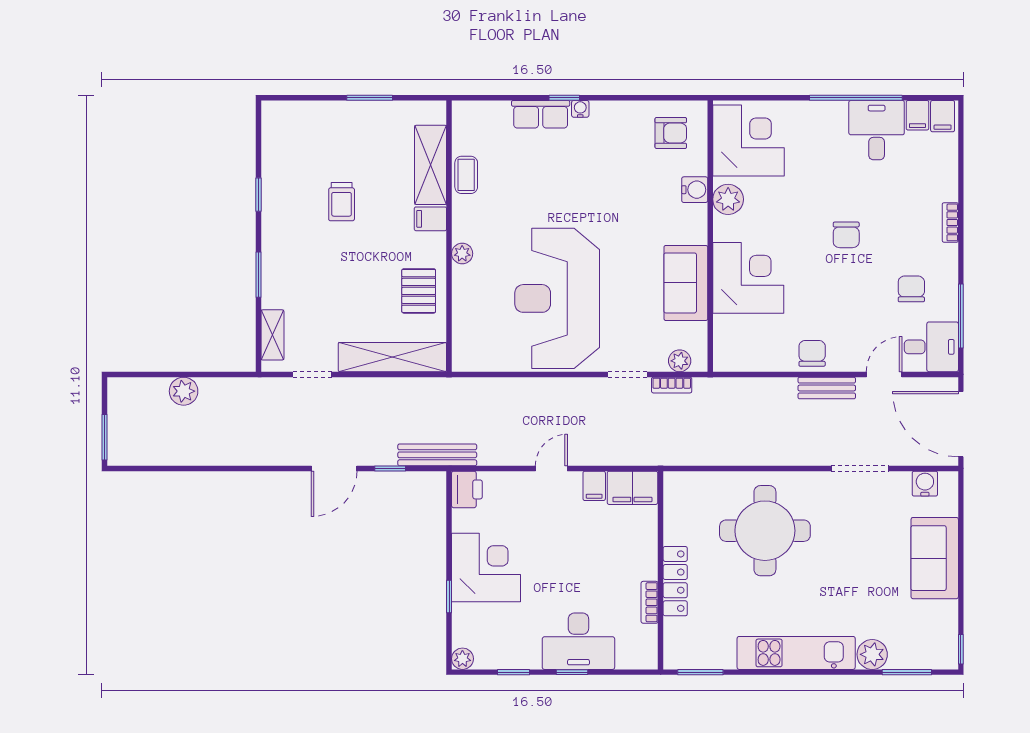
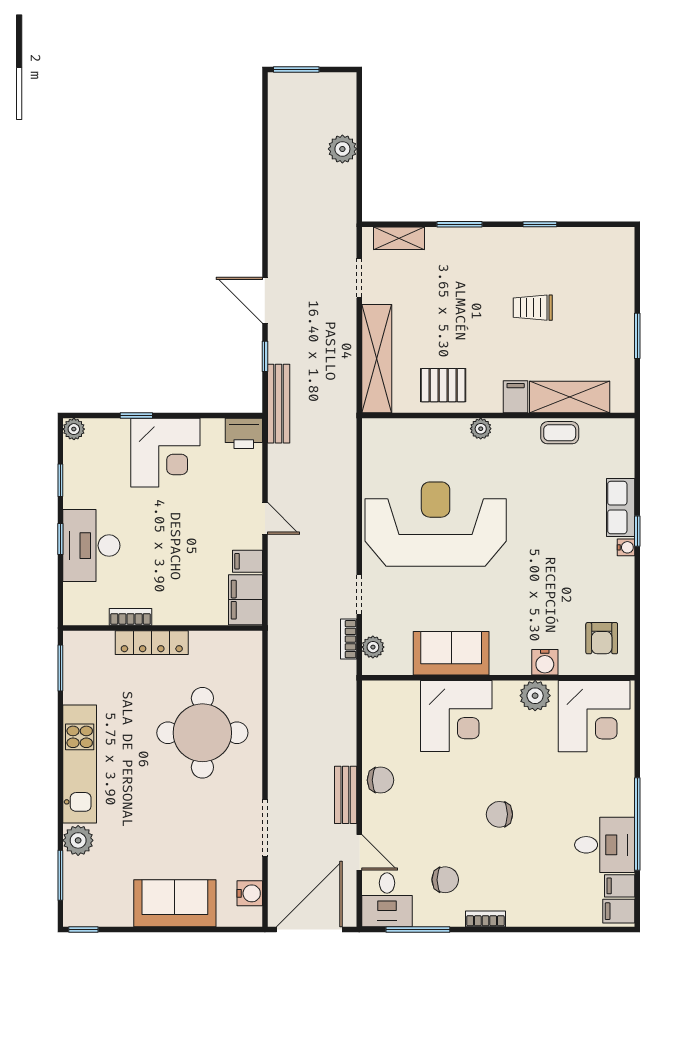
bookcase: (950, 222) -> (485, 919), moved

